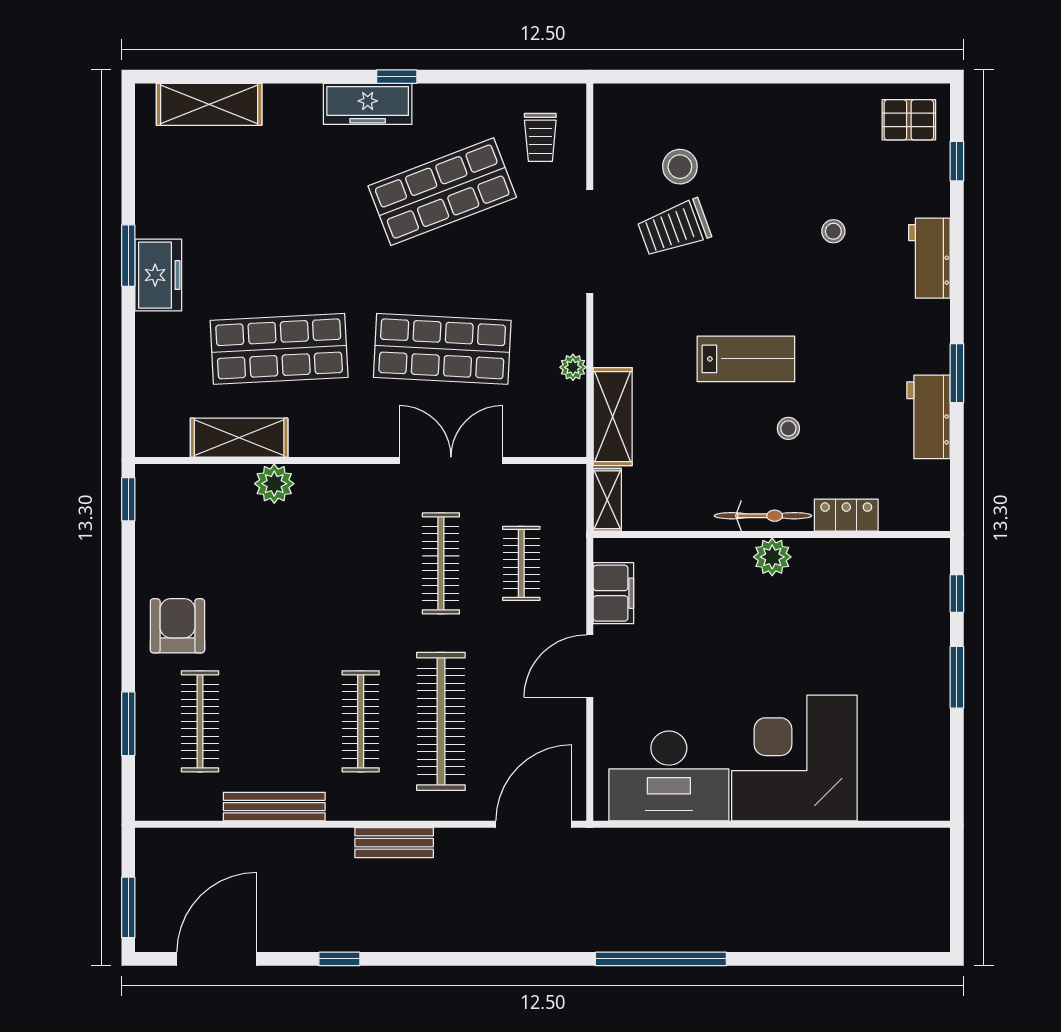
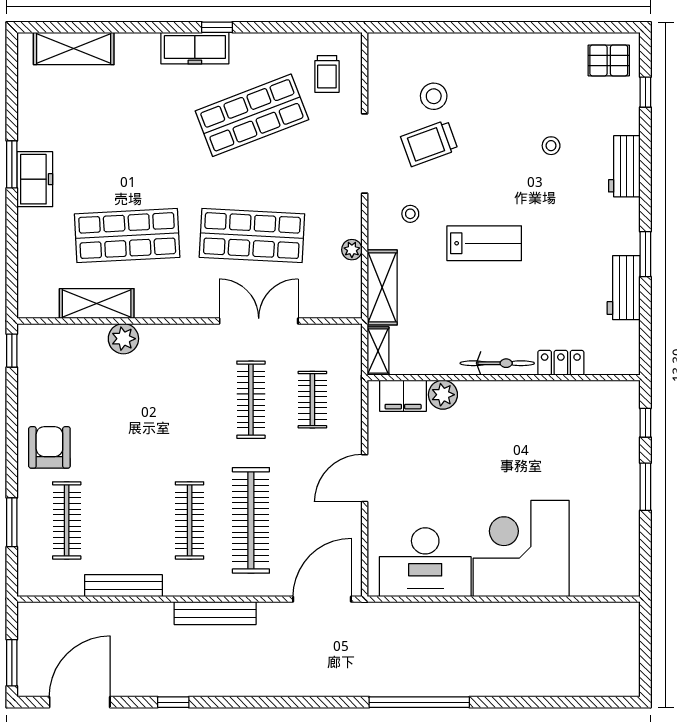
stool: (788, 428) -> (410, 214), moved
plant: (772, 557) -> (443, 395), moved
filing cabinet: (613, 593) -> (403, 396), moved, turned 90
bench: (394, 843) -> (215, 613), width x1.36

